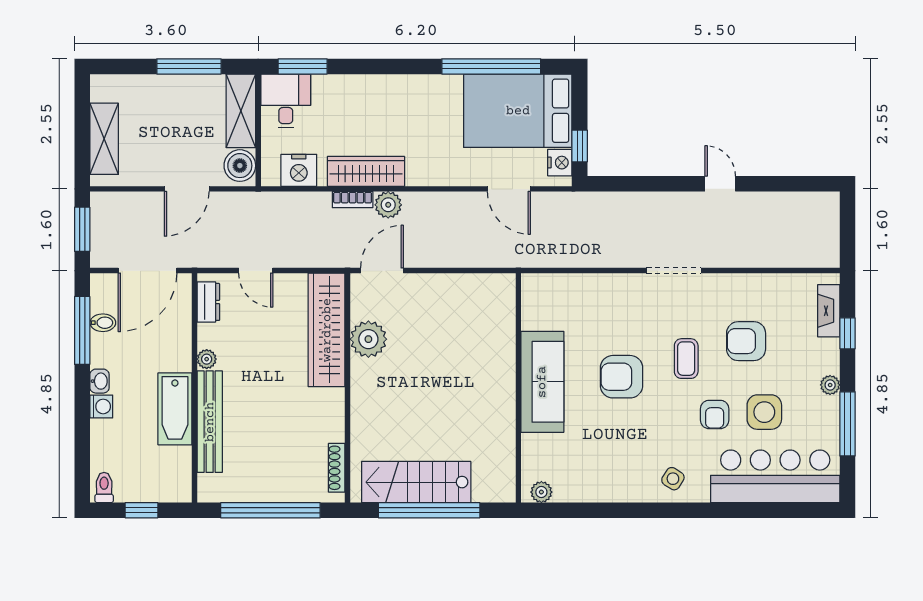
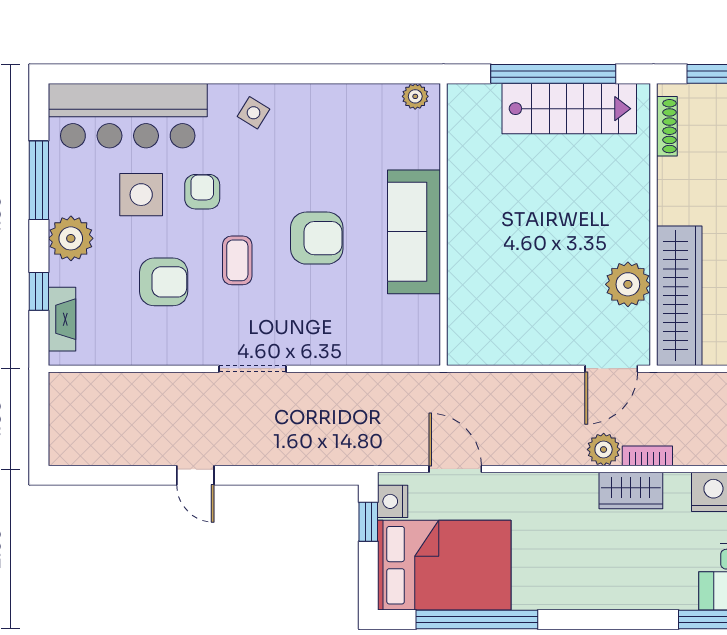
wardrobe: (366, 171) -> (631, 491), width x0.67
plant: (830, 385) -> (71, 238), width x1.88, depth x1.88

